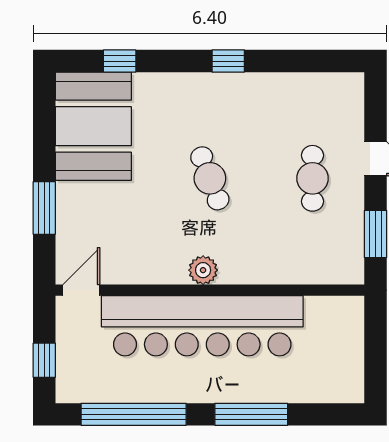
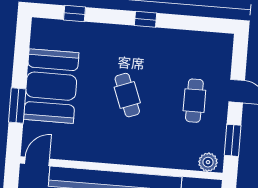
booth: (93, 126) -> (51, 86), moved
plant: (203, 270) -> (208, 162), moved

